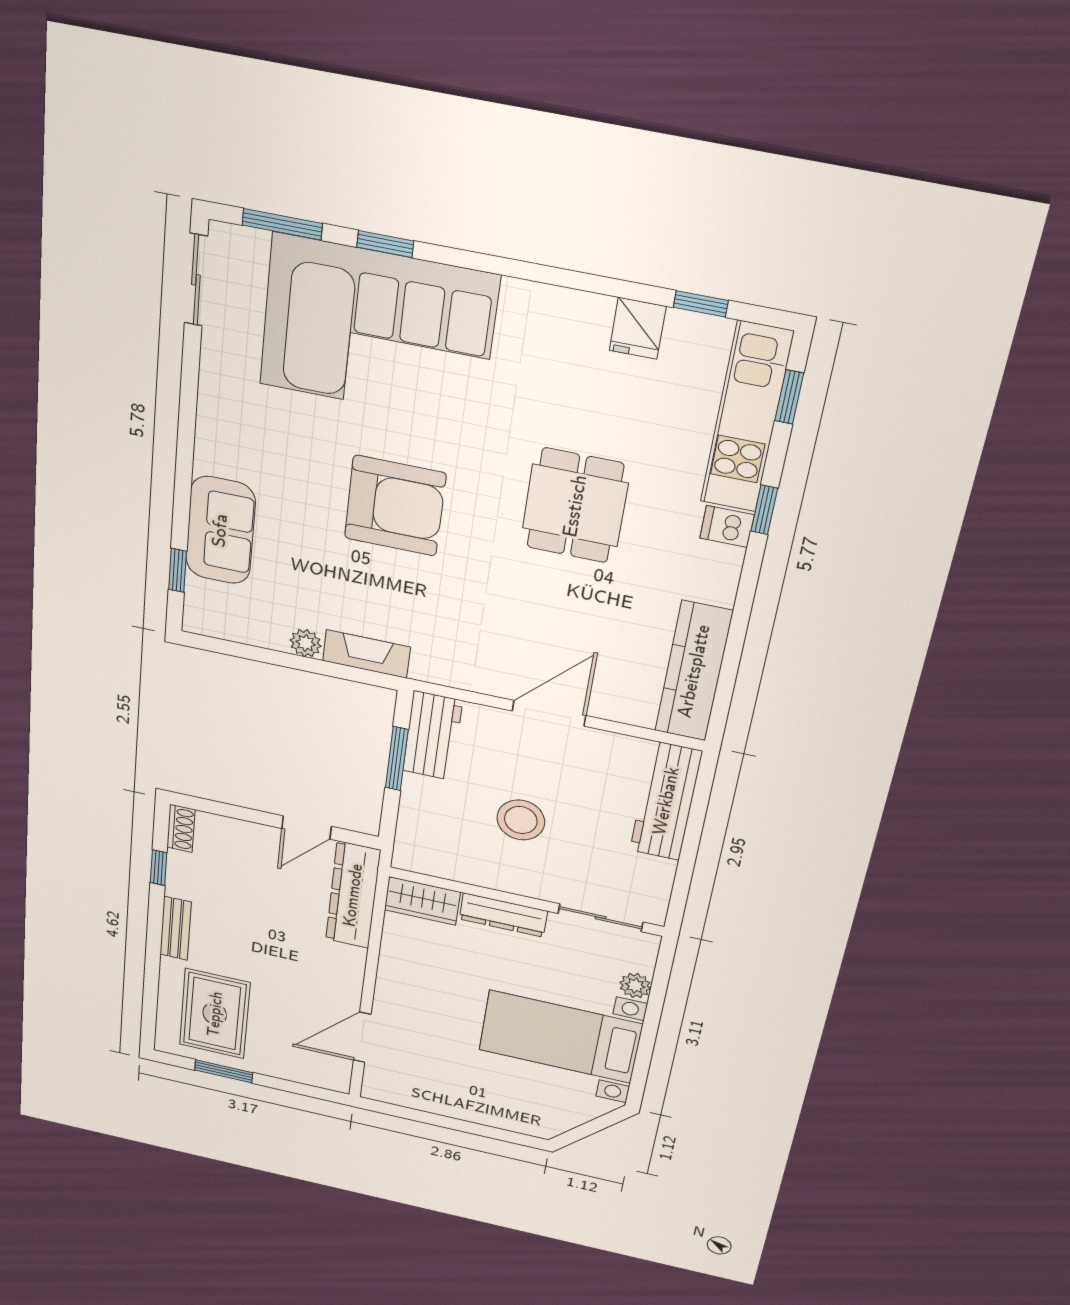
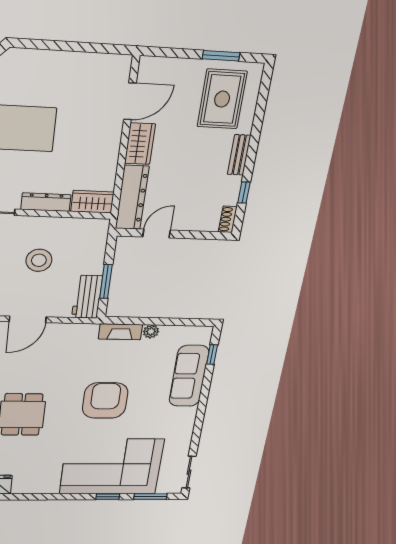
armchair: (395, 506) -> (105, 400), turned 90
sofa: (220, 530) -> (189, 376), width x1.36
wardrobe: (343, 975) -> (140, 144), added

